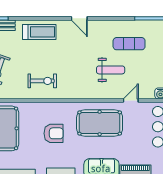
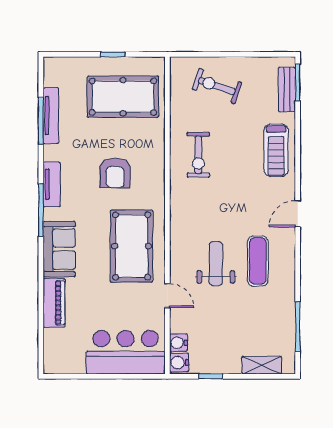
exercise mat: (129, 44) -> (258, 261), moved
weight bench: (111, 70) -> (216, 263), turned 180

